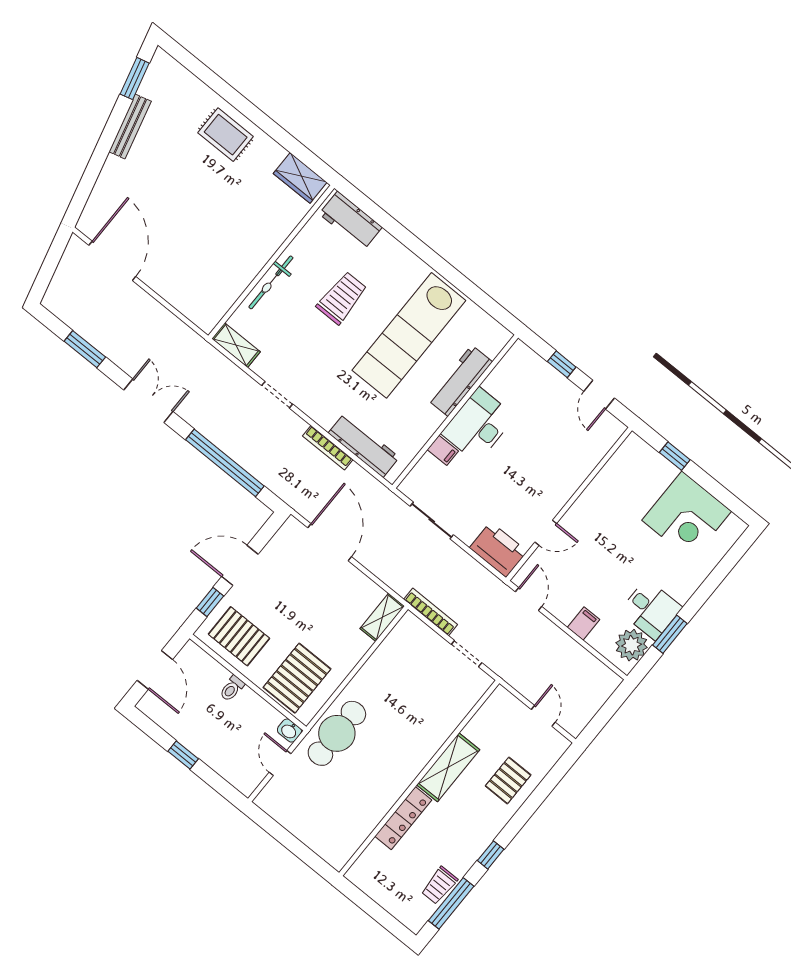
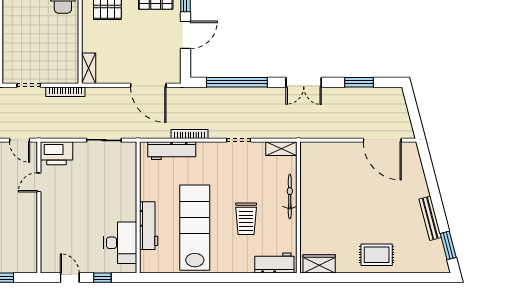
desk: (478, 425) -> (120, 243), moved
filing cabinet: (443, 450) -> (128, 182), removed

